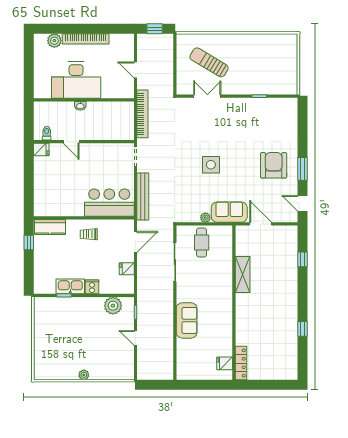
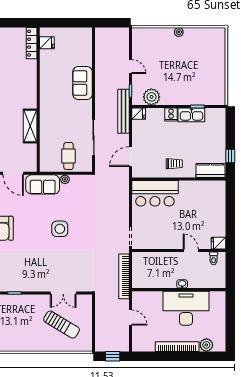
bench: (143, 196) -> (123, 111), moved
fridge: (127, 269) -> (139, 114), moved

